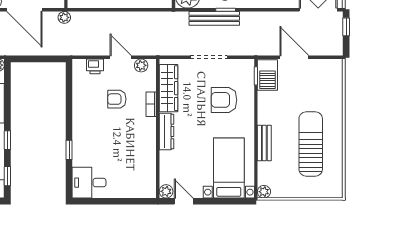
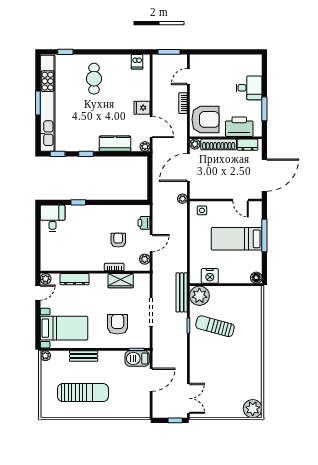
bench: (214, 18) -> (182, 292), moved
wardrobe: (169, 88) -> (121, 281), width x0.67
dresser: (167, 132) -> (74, 279), moved

